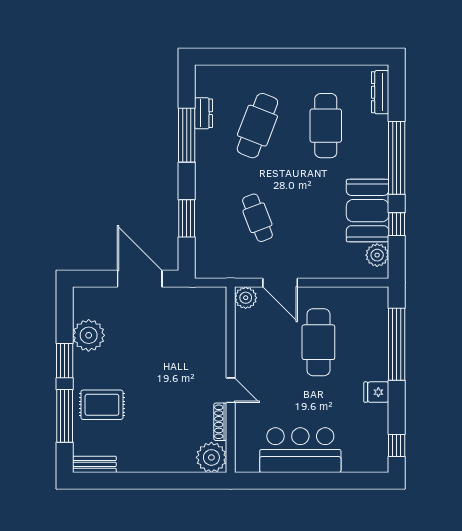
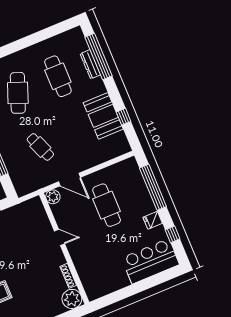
dresser: (380, 92) -> (90, 64), moved
window: (397, 158) -> (98, 56), moved
plant: (377, 255) -> (120, 140), removed
door: (231, 390) -> (59, 237), moved
window: (397, 446) -> (173, 234), moved
bar counter: (300, 450) -> (150, 261), moved

